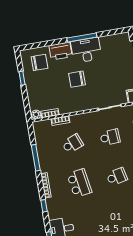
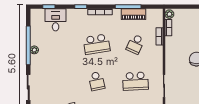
school desk: (110, 137) -> (135, 81), width x1.85
school desk: (72, 144) -> (135, 44), turned 45
piano: (42, 151) -> (133, 14), added

